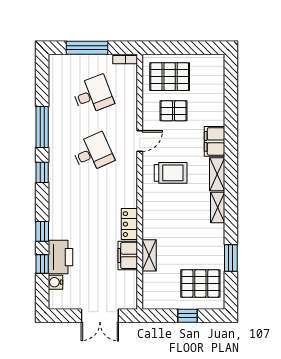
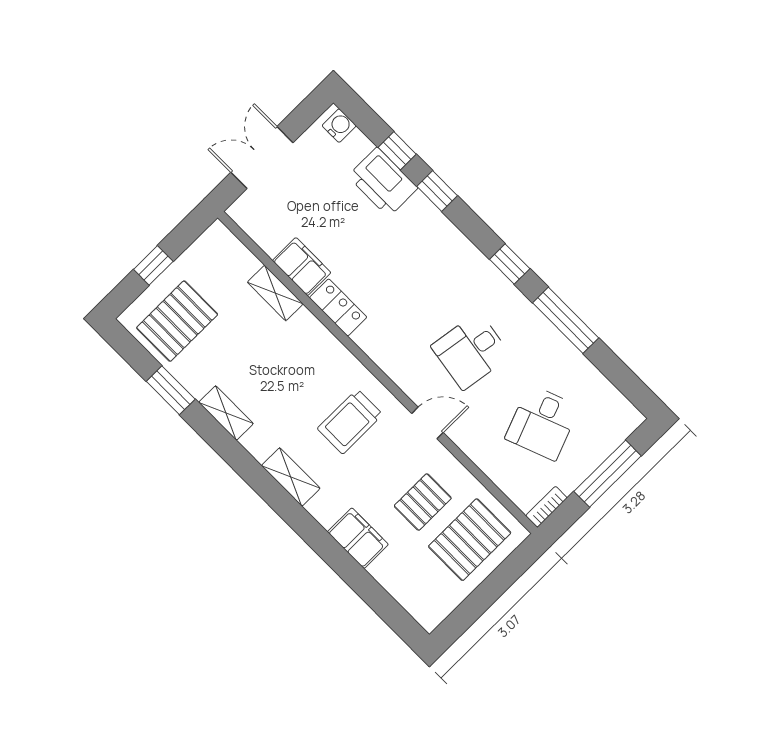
door: (140, 141) -> (428, 423), swing flipped
filing cabinet: (215, 141) -> (358, 538), moved
desk: (93, 153) -> (471, 351), turned 33
shelving: (218, 208) -> (226, 413), moved
water cooler: (56, 282) -> (339, 126), moved

